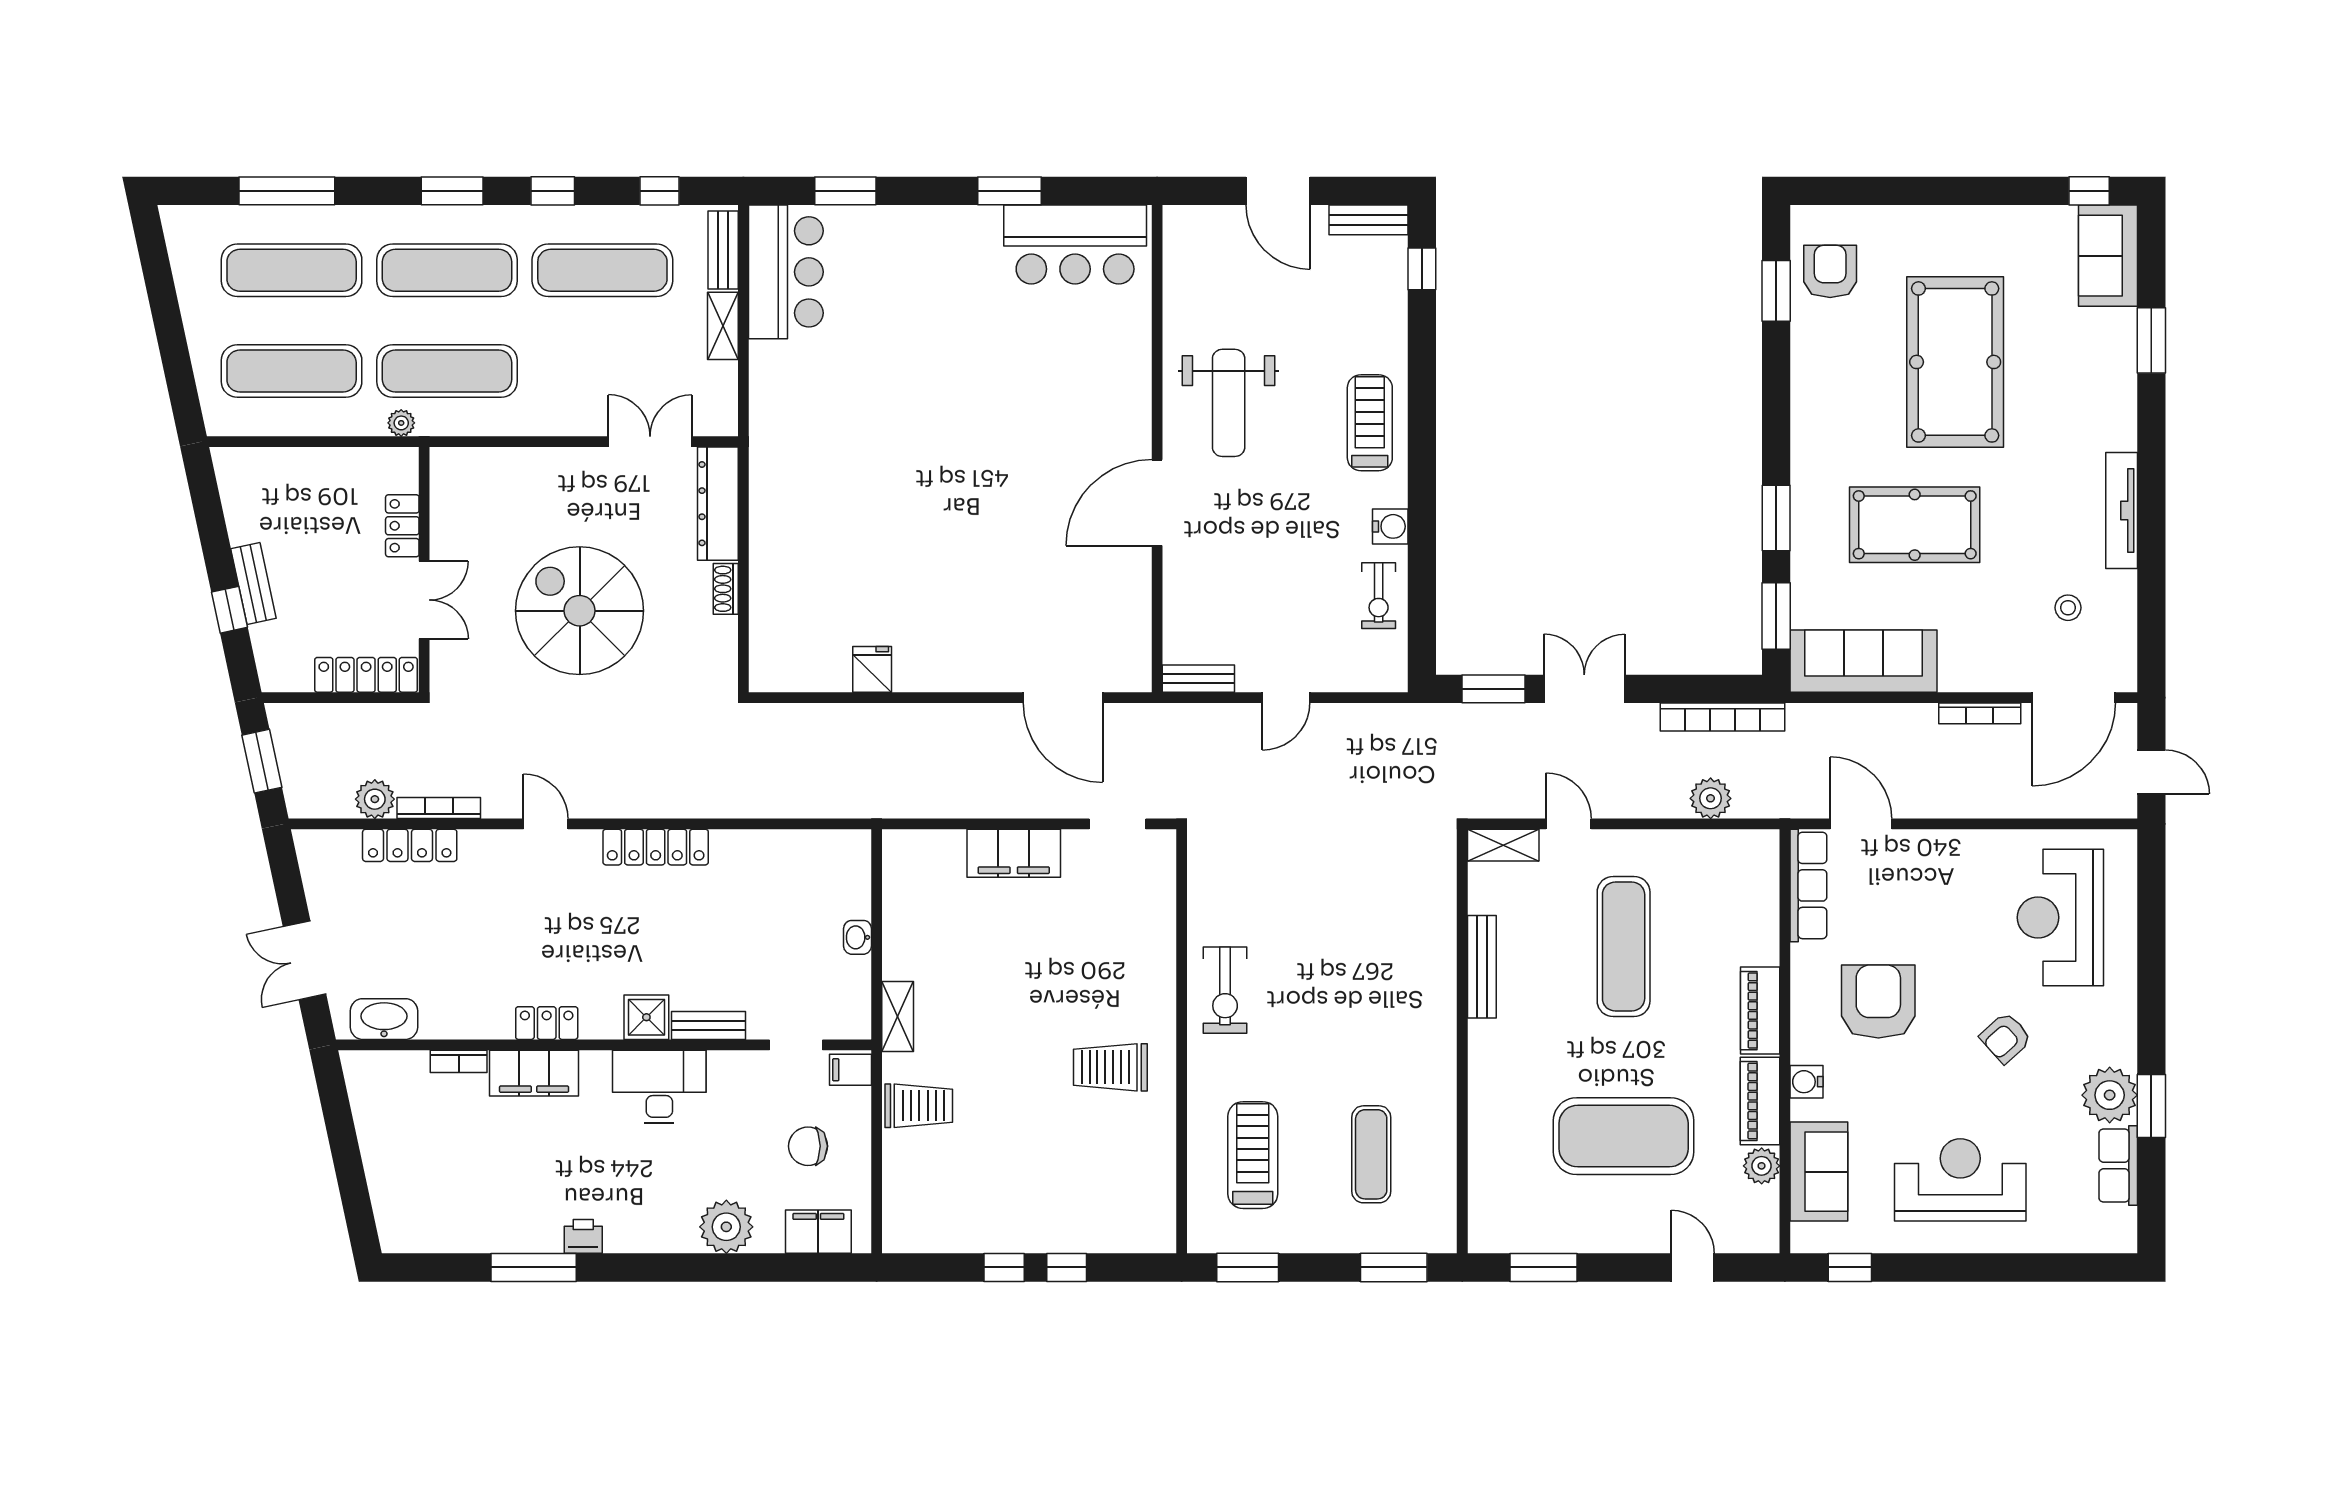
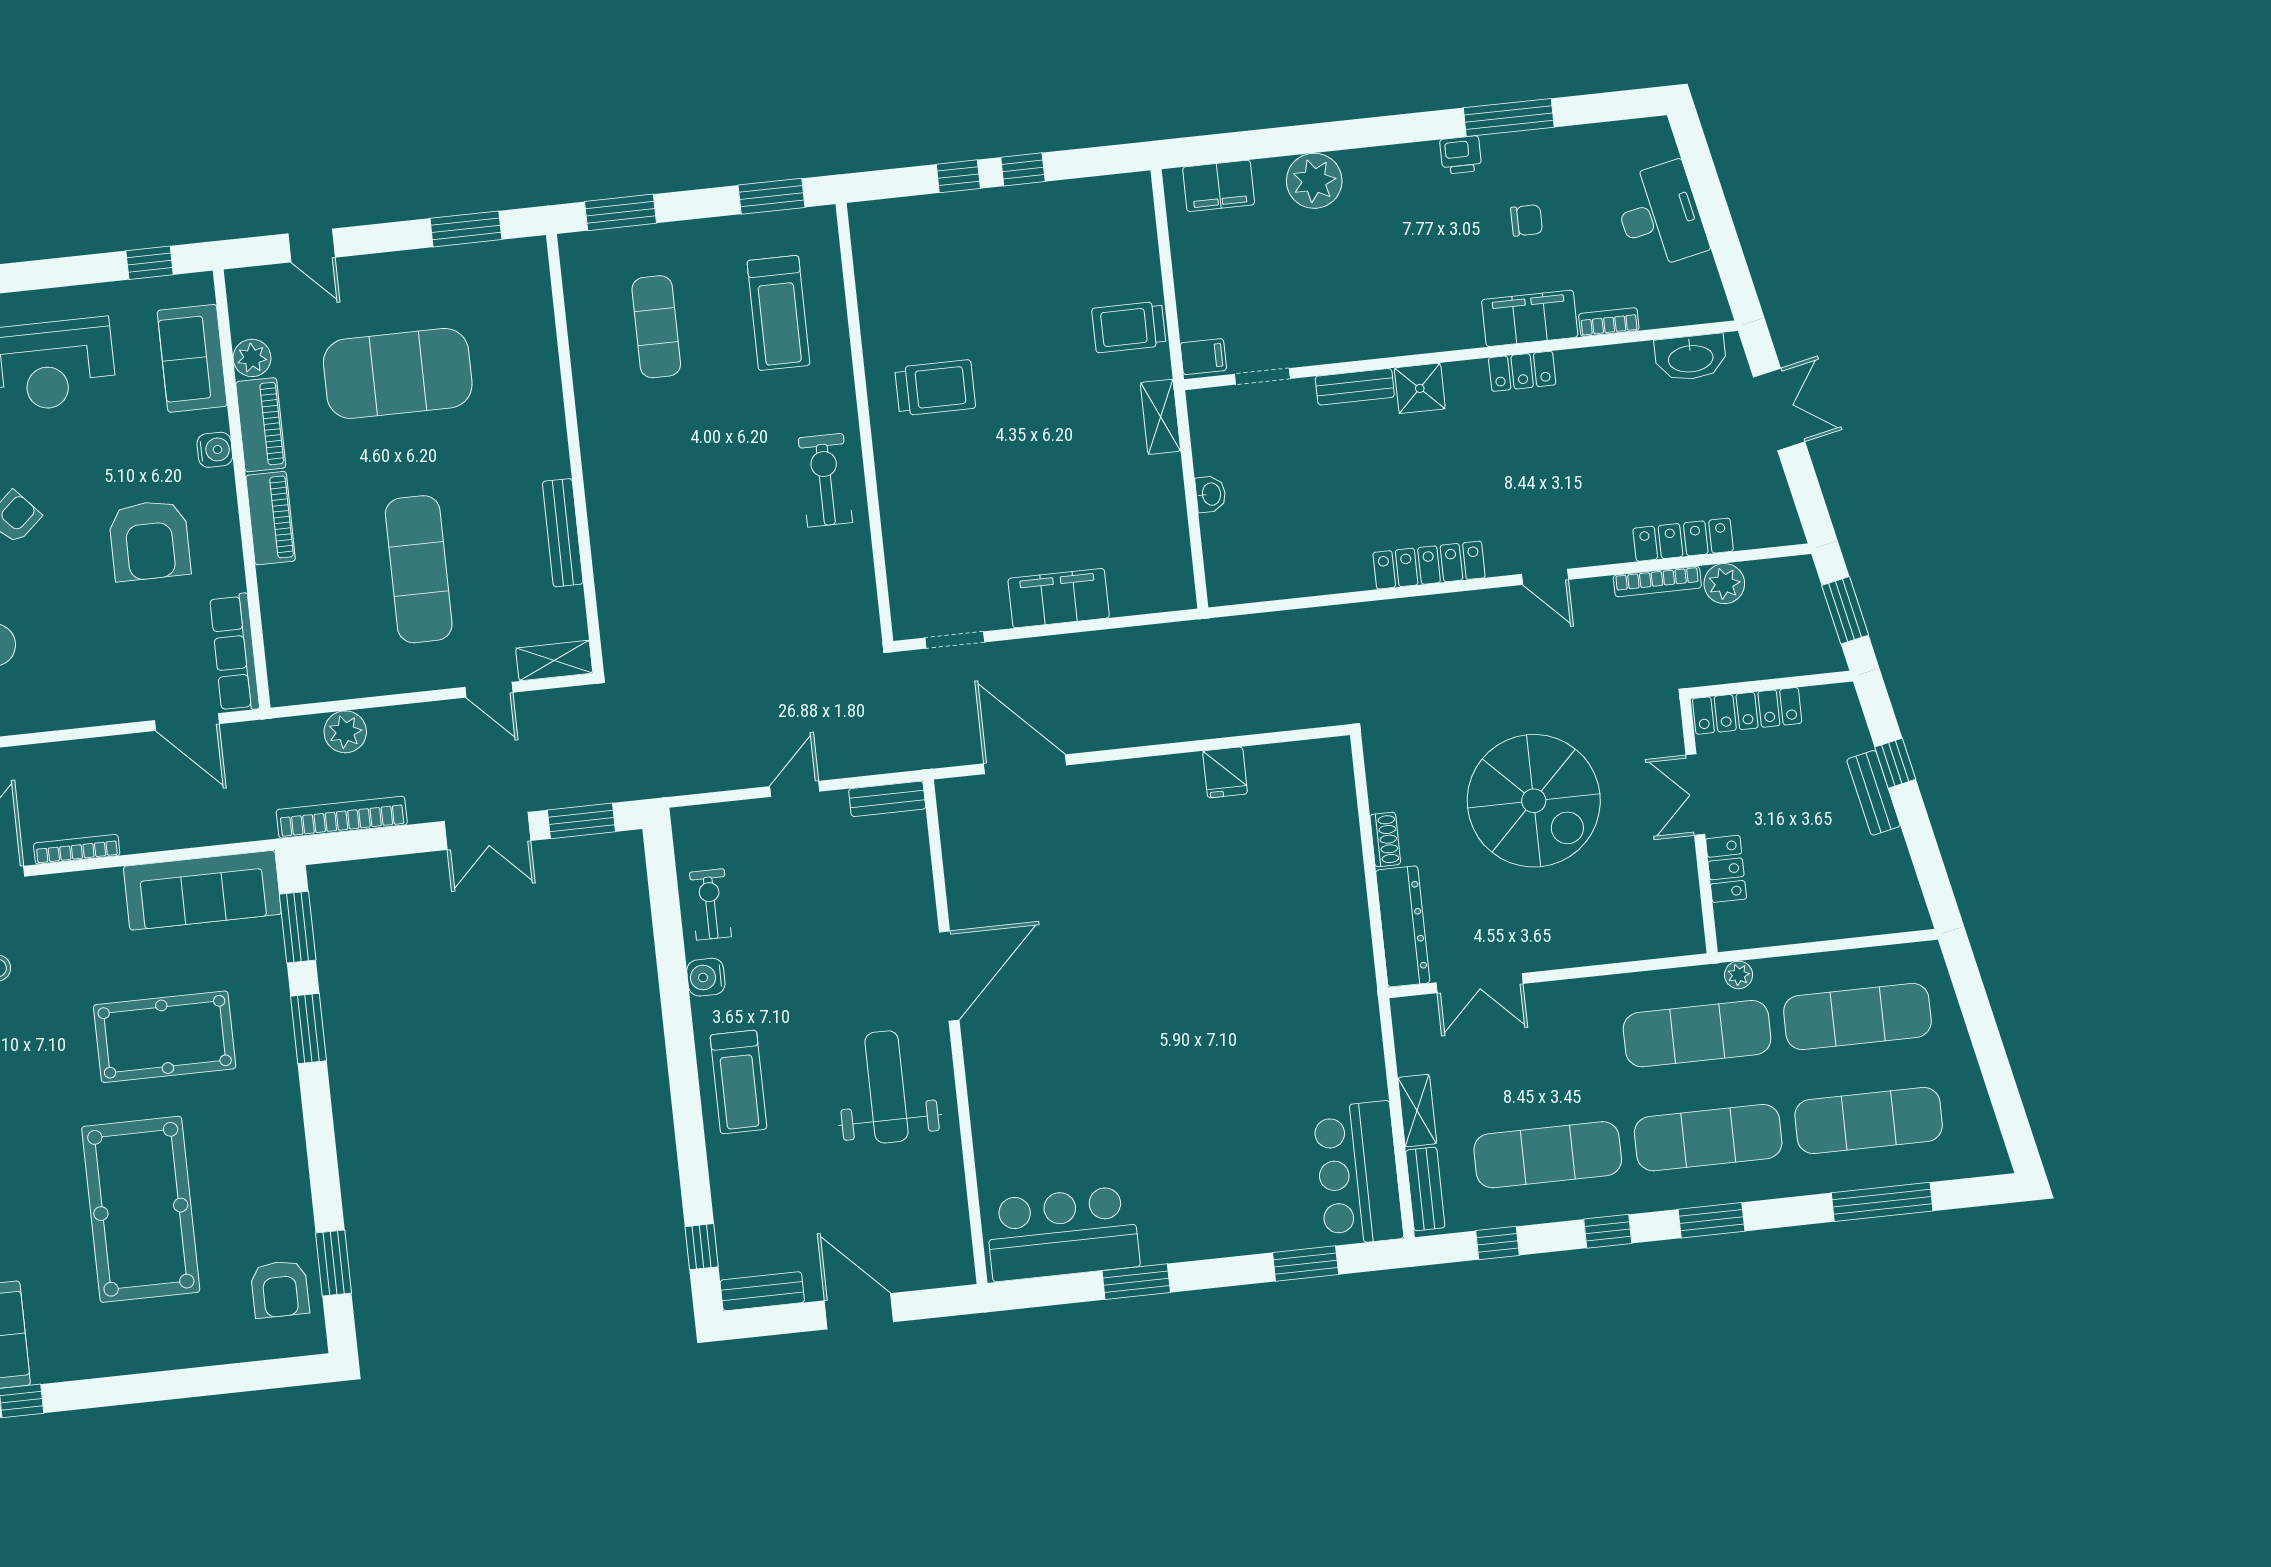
desk: (659, 1087) -> (1660, 215), moved, turned -102
chair: (808, 1146) -> (1526, 220), moved, width x0.73, depth x0.73

